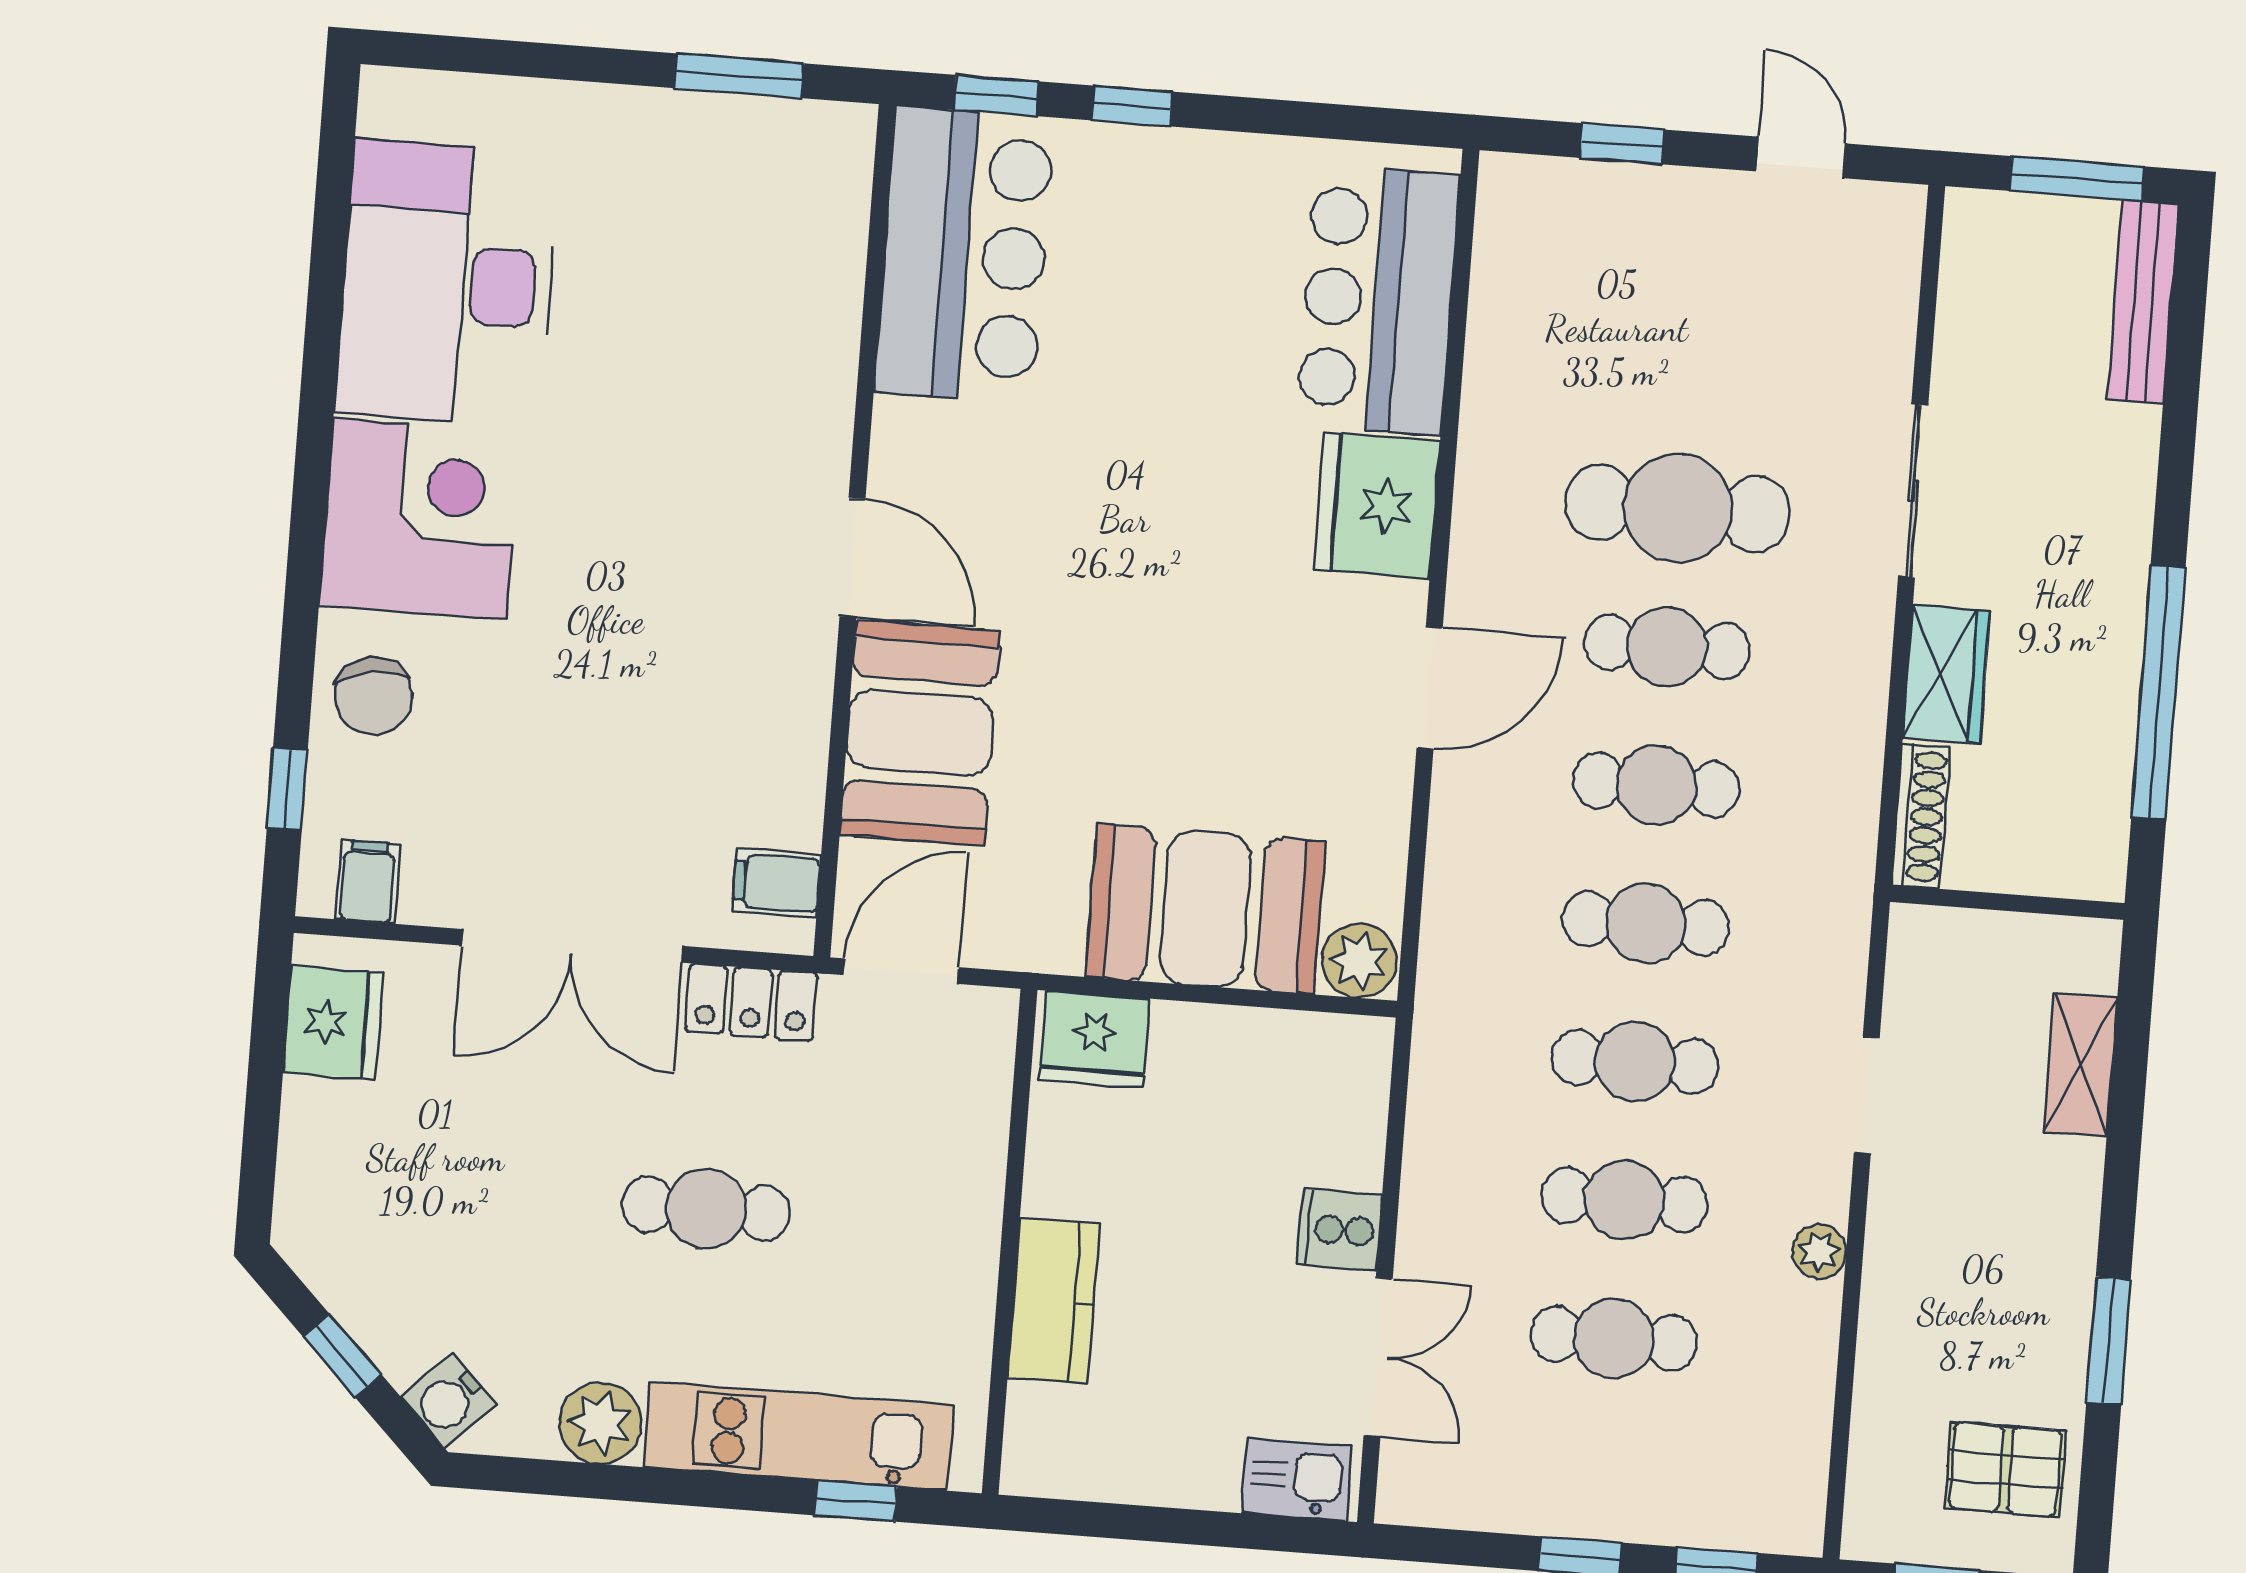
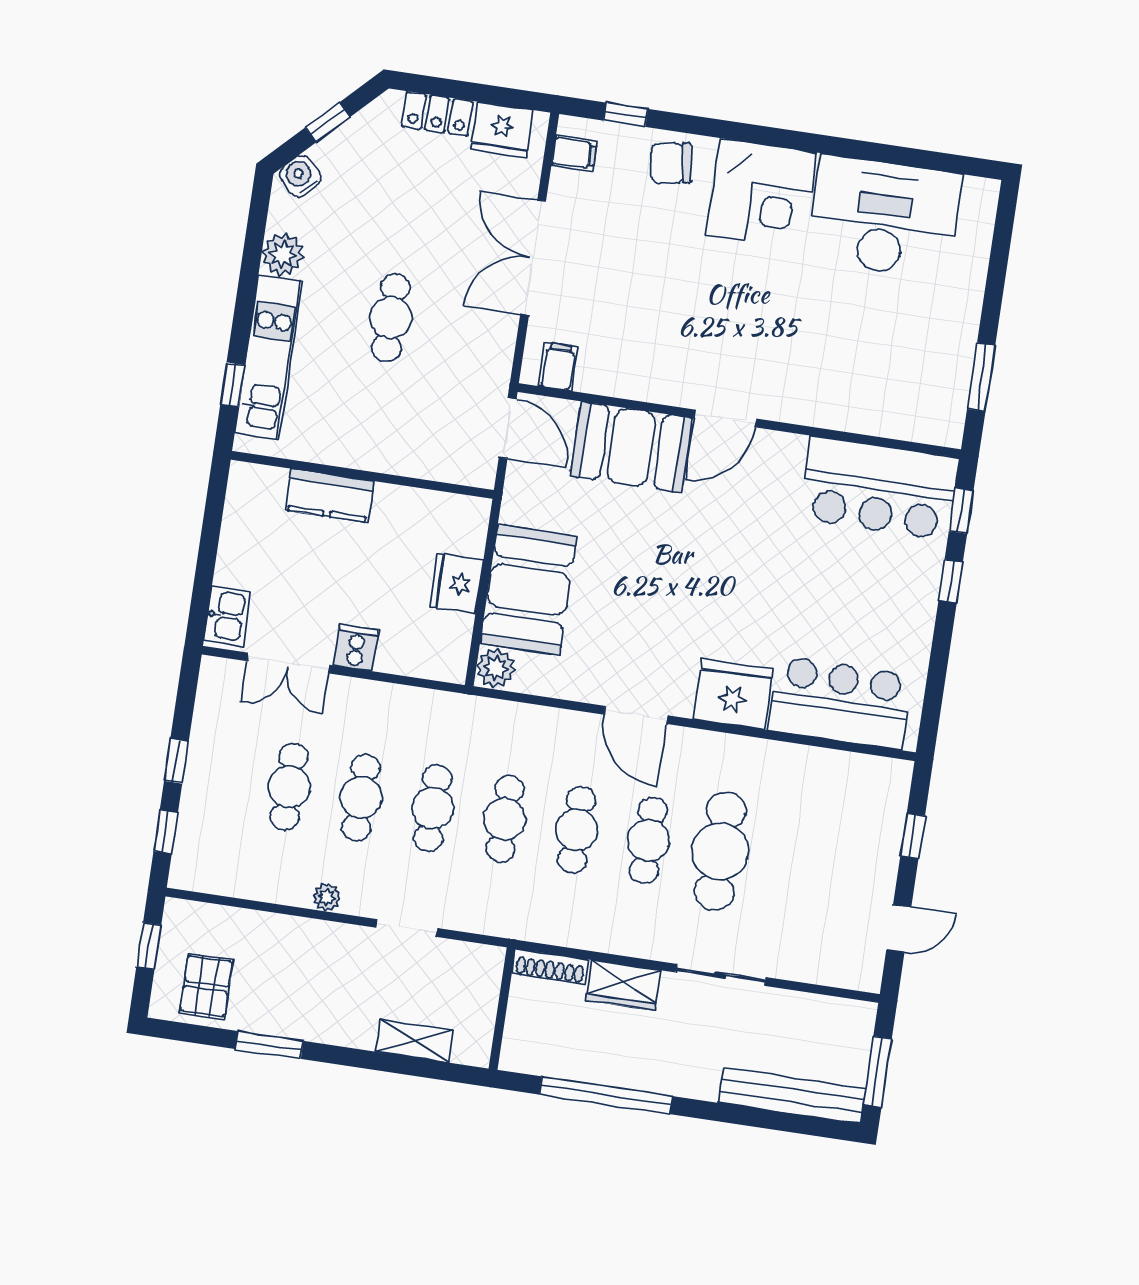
bench: (2143, 302) -> (792, 1096), width x1.37, depth x1.21
locker: (751, 1002) -> (437, 114), moved, turned -90
fridge: (1094, 1039) -> (456, 584), moved

